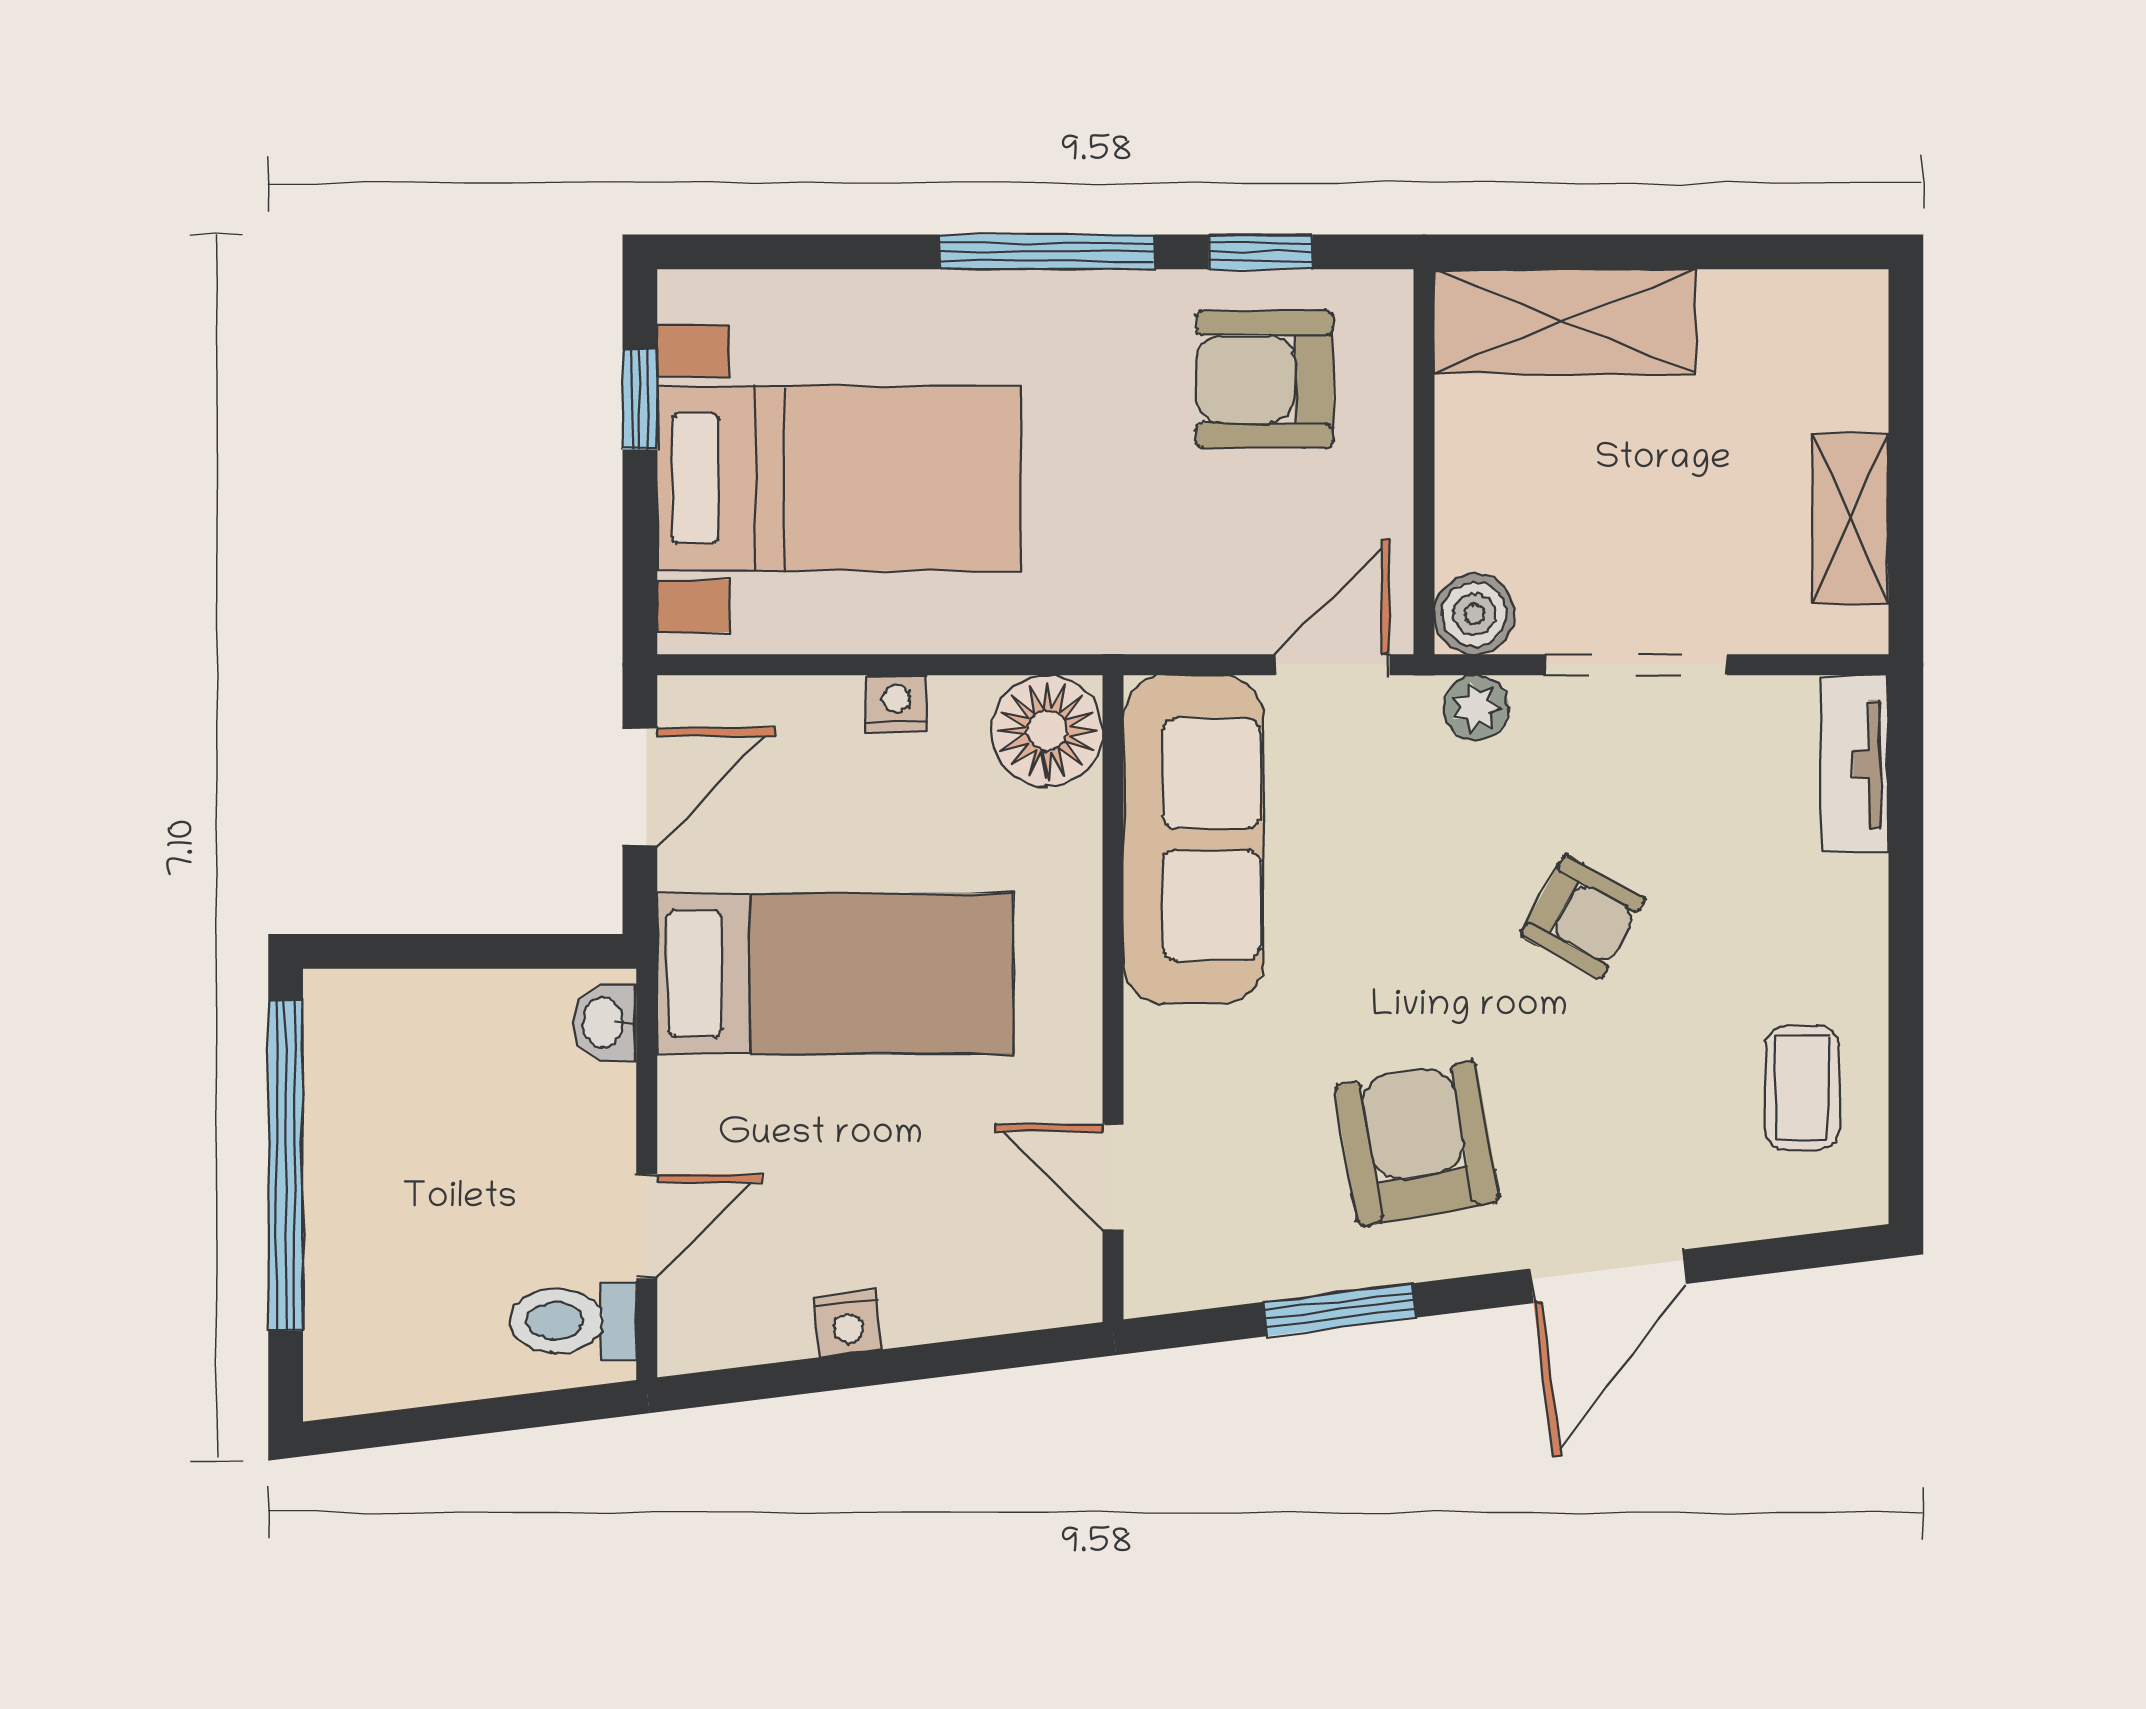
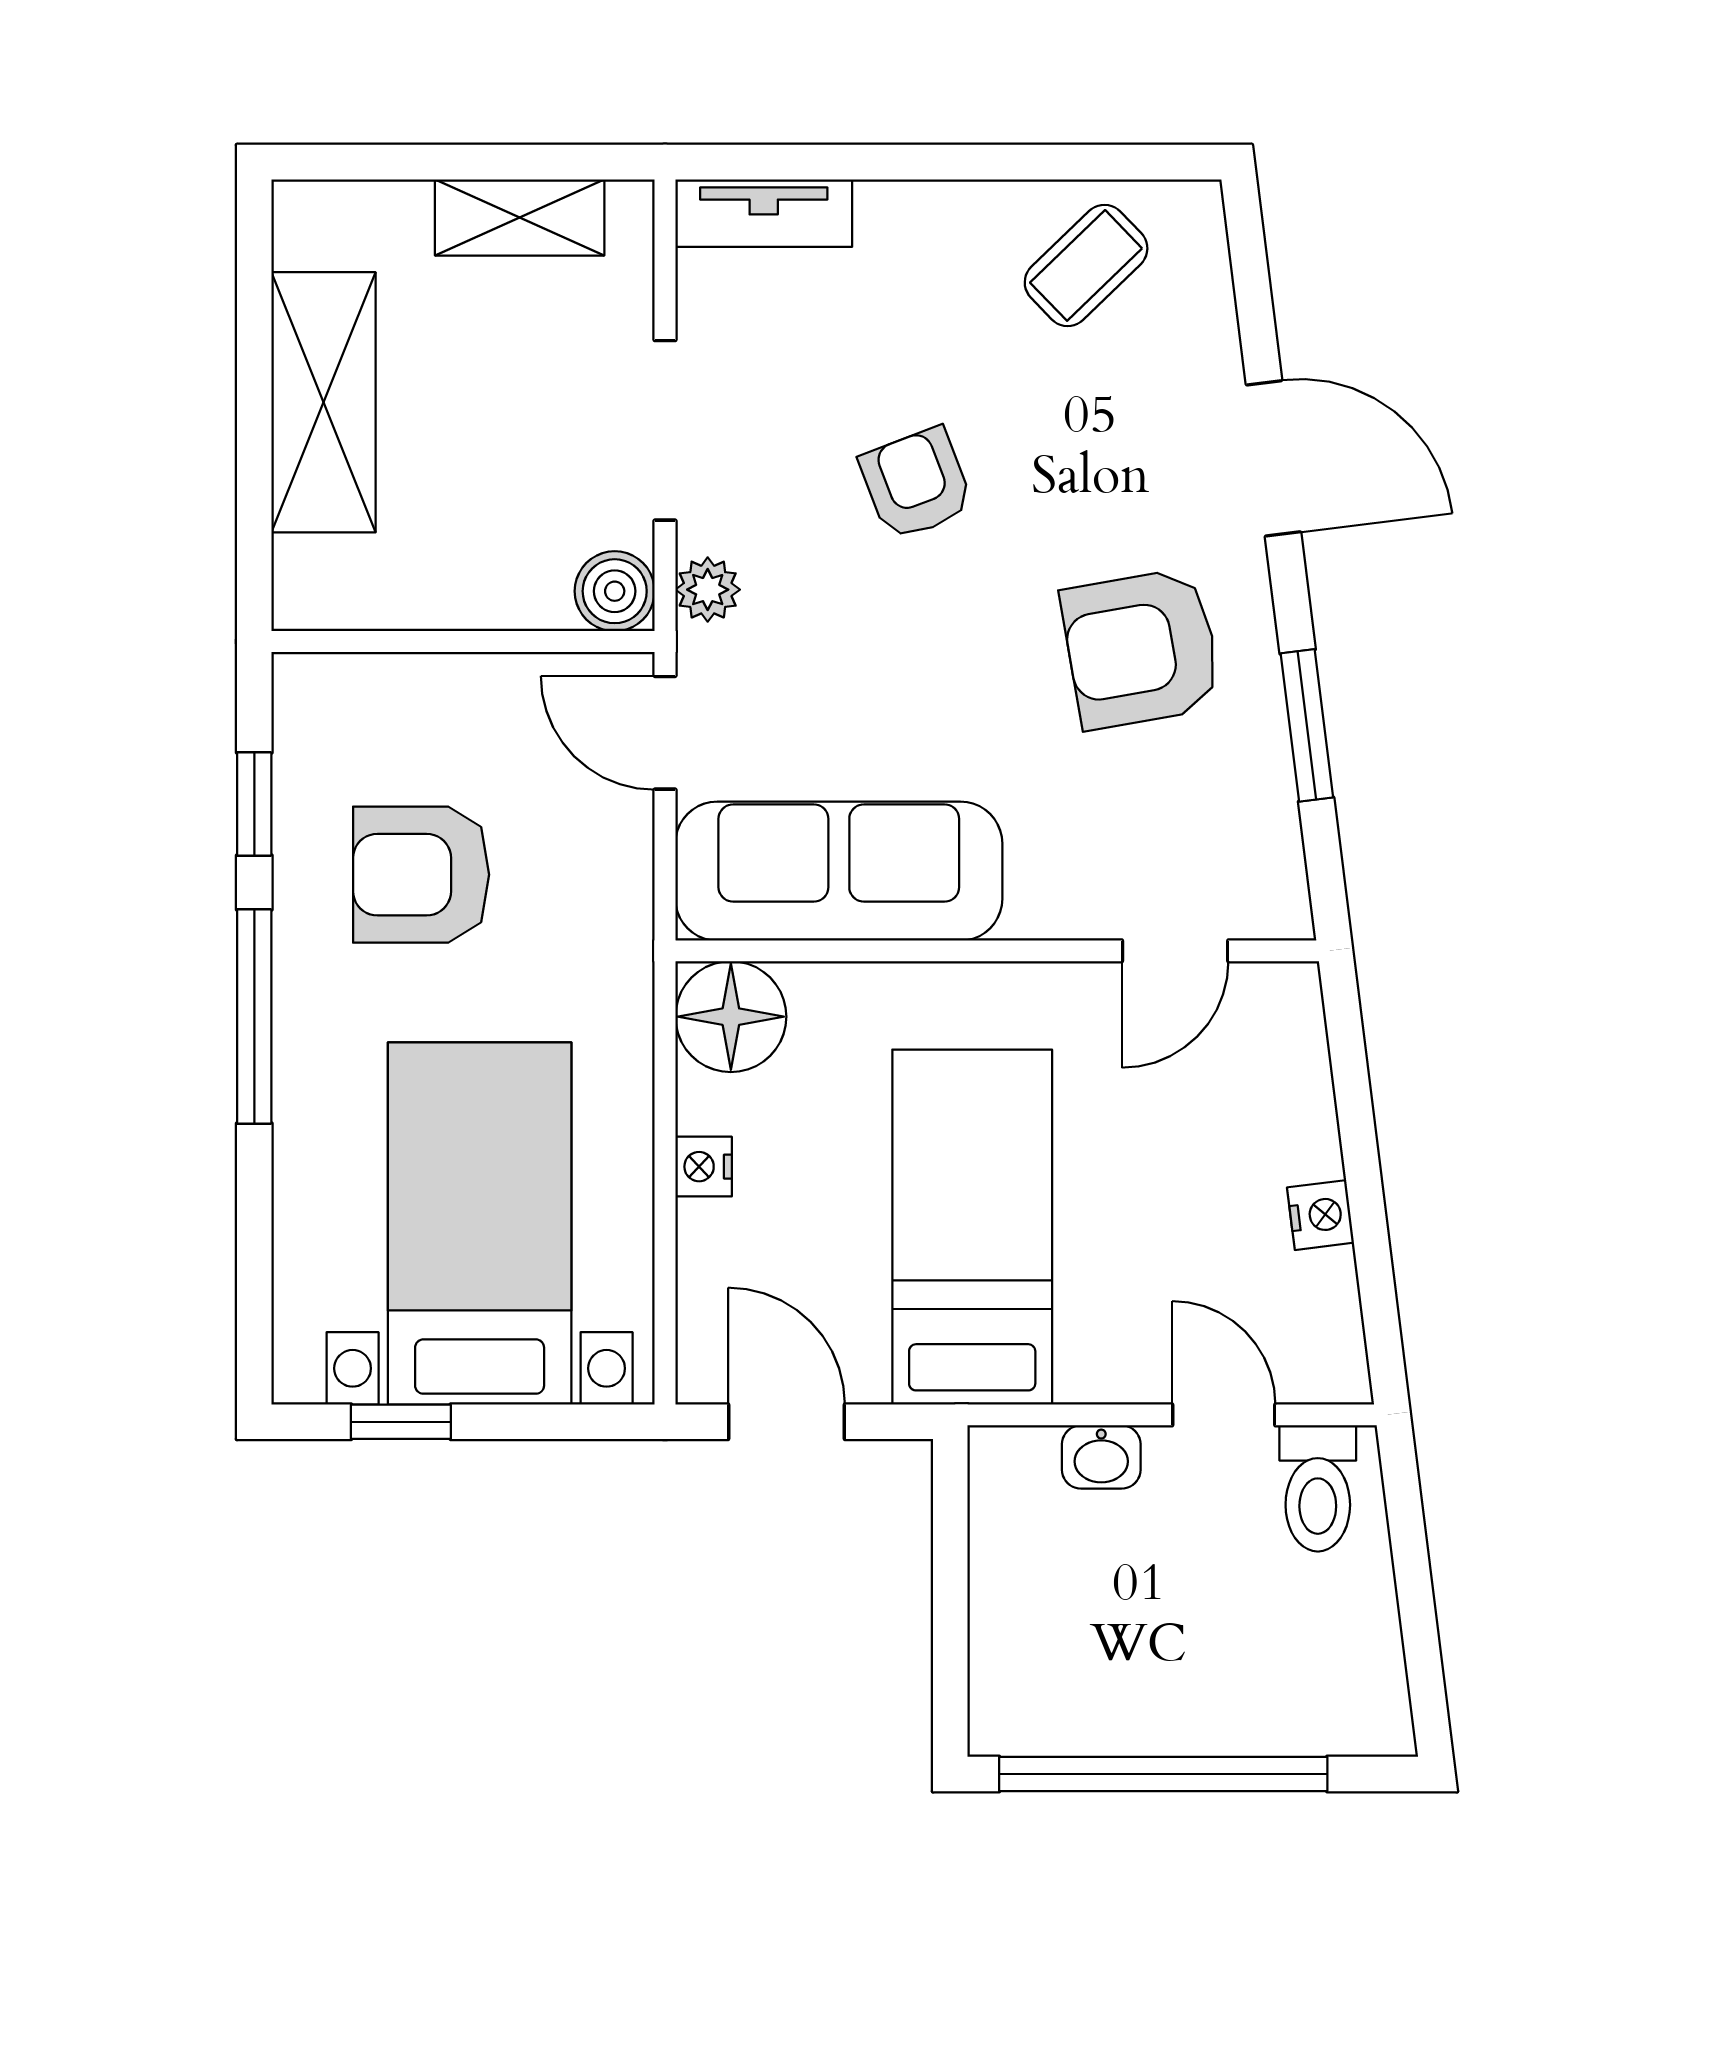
shelving: (1565, 321) -> (324, 402), moved
armchair: (1264, 379) -> (421, 875), moved, turned 90
armchair: (1583, 917) -> (916, 484), turned -50
washbasin: (604, 1022) -> (1101, 1457), moved
coffee table: (1802, 1088) -> (1086, 265), turned -44

